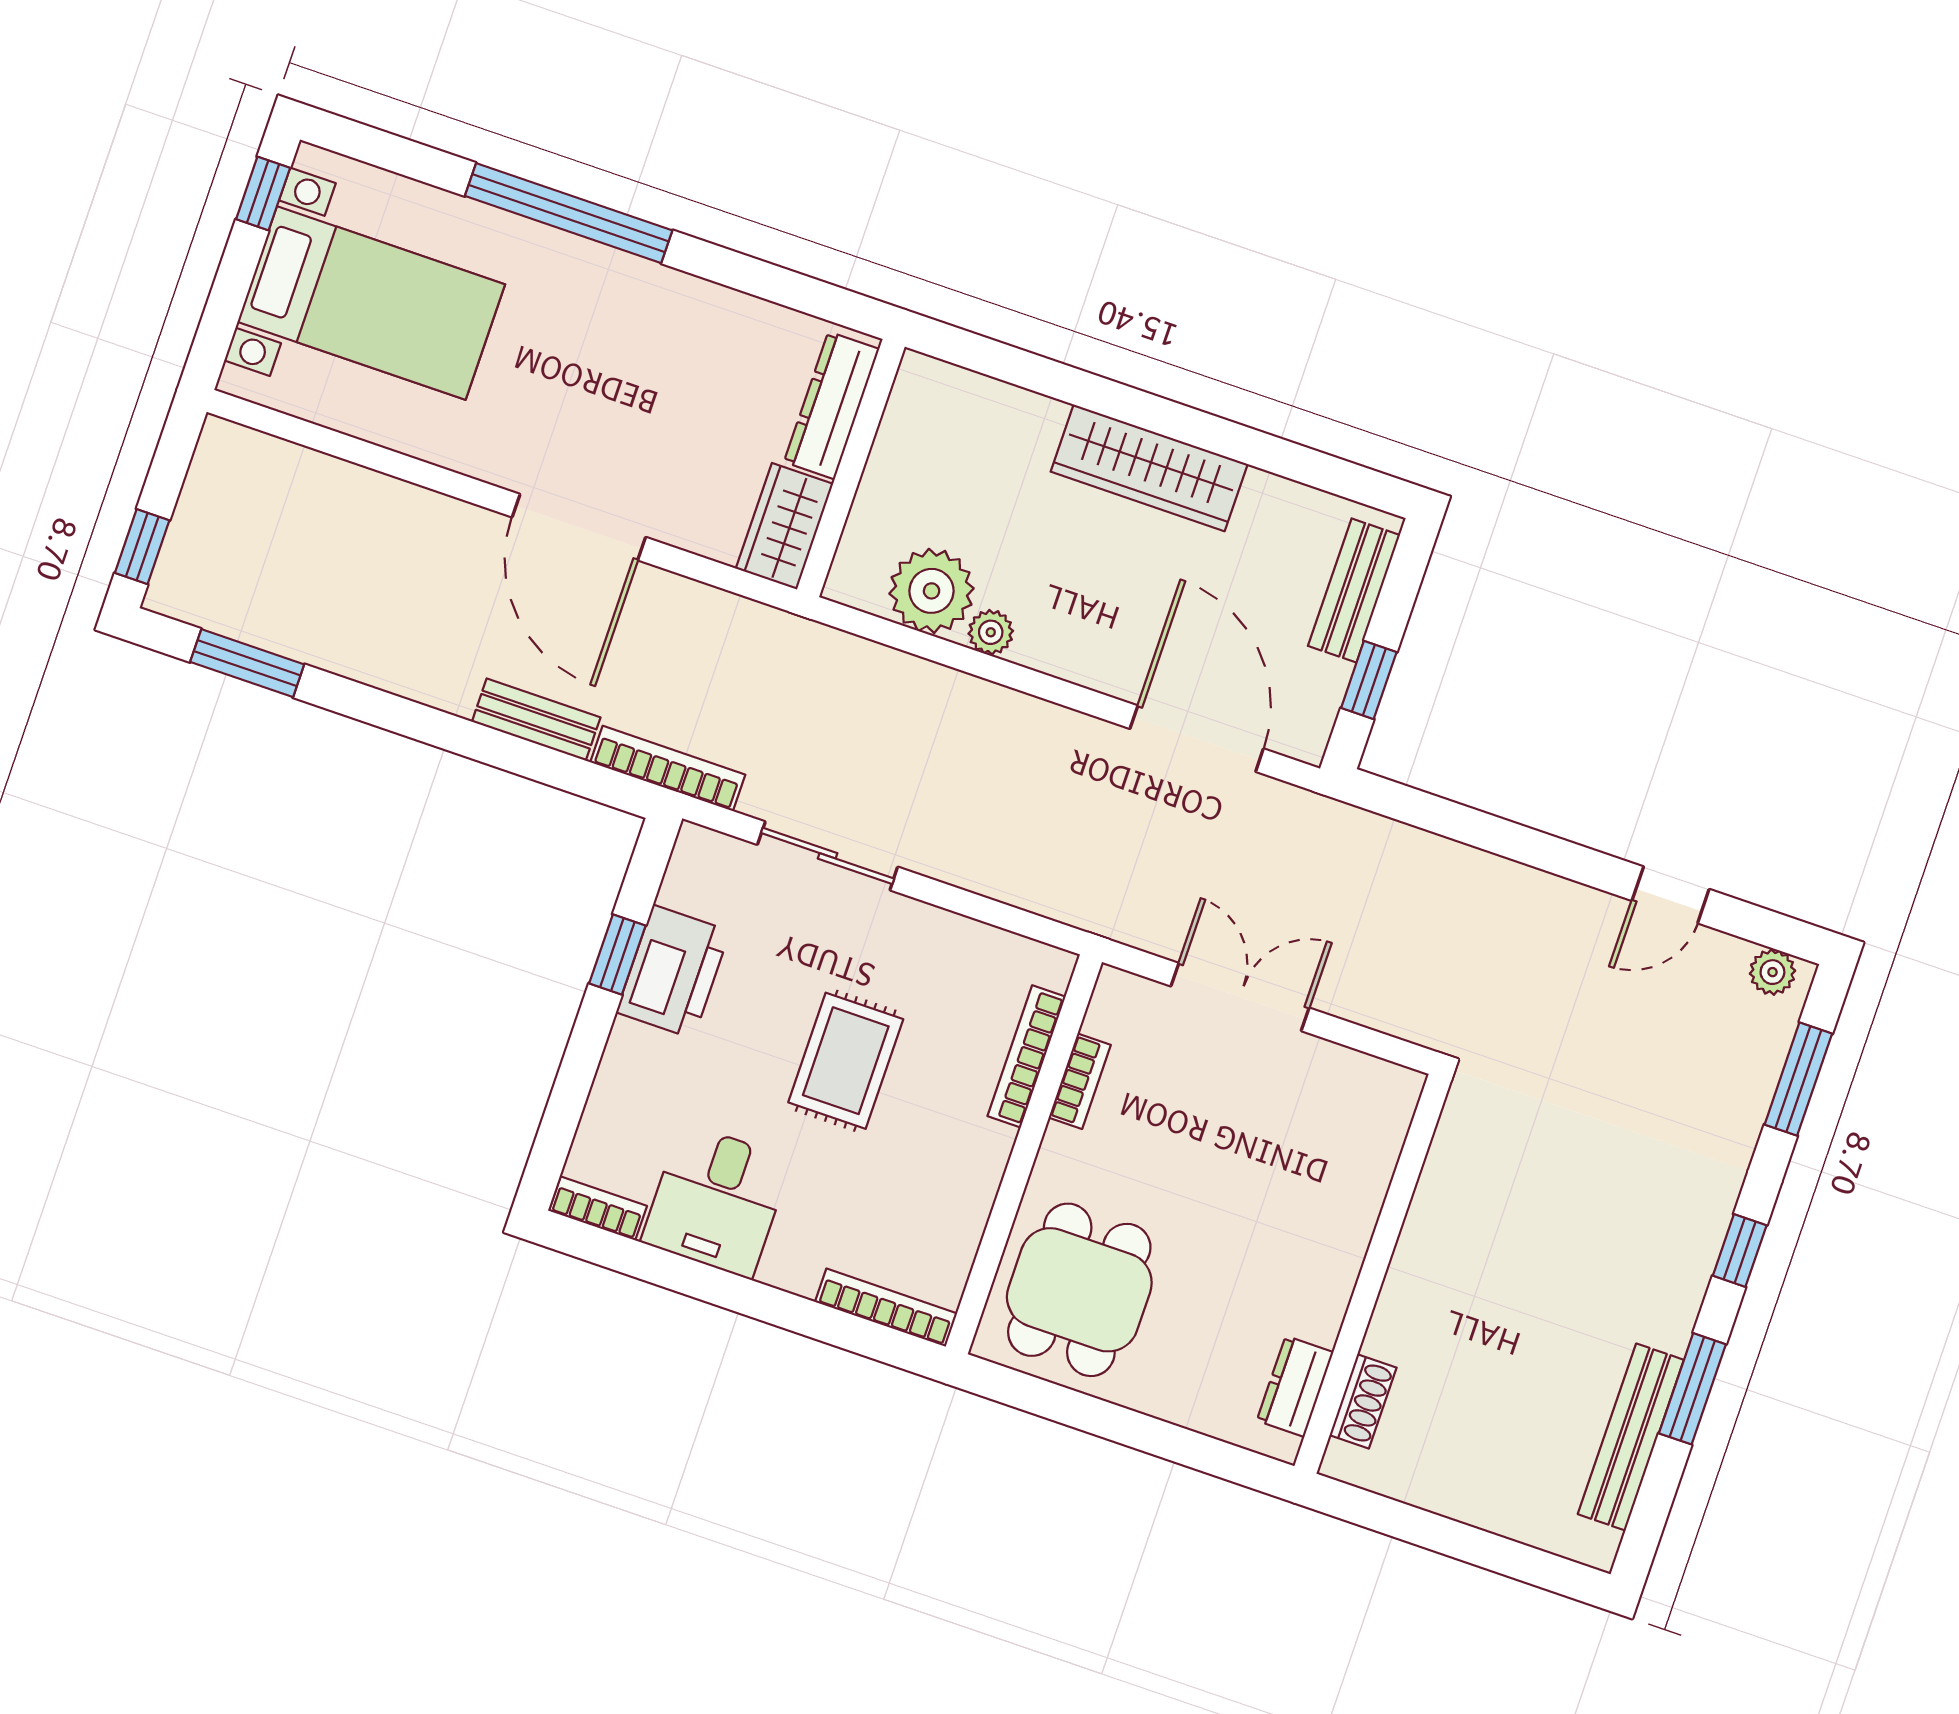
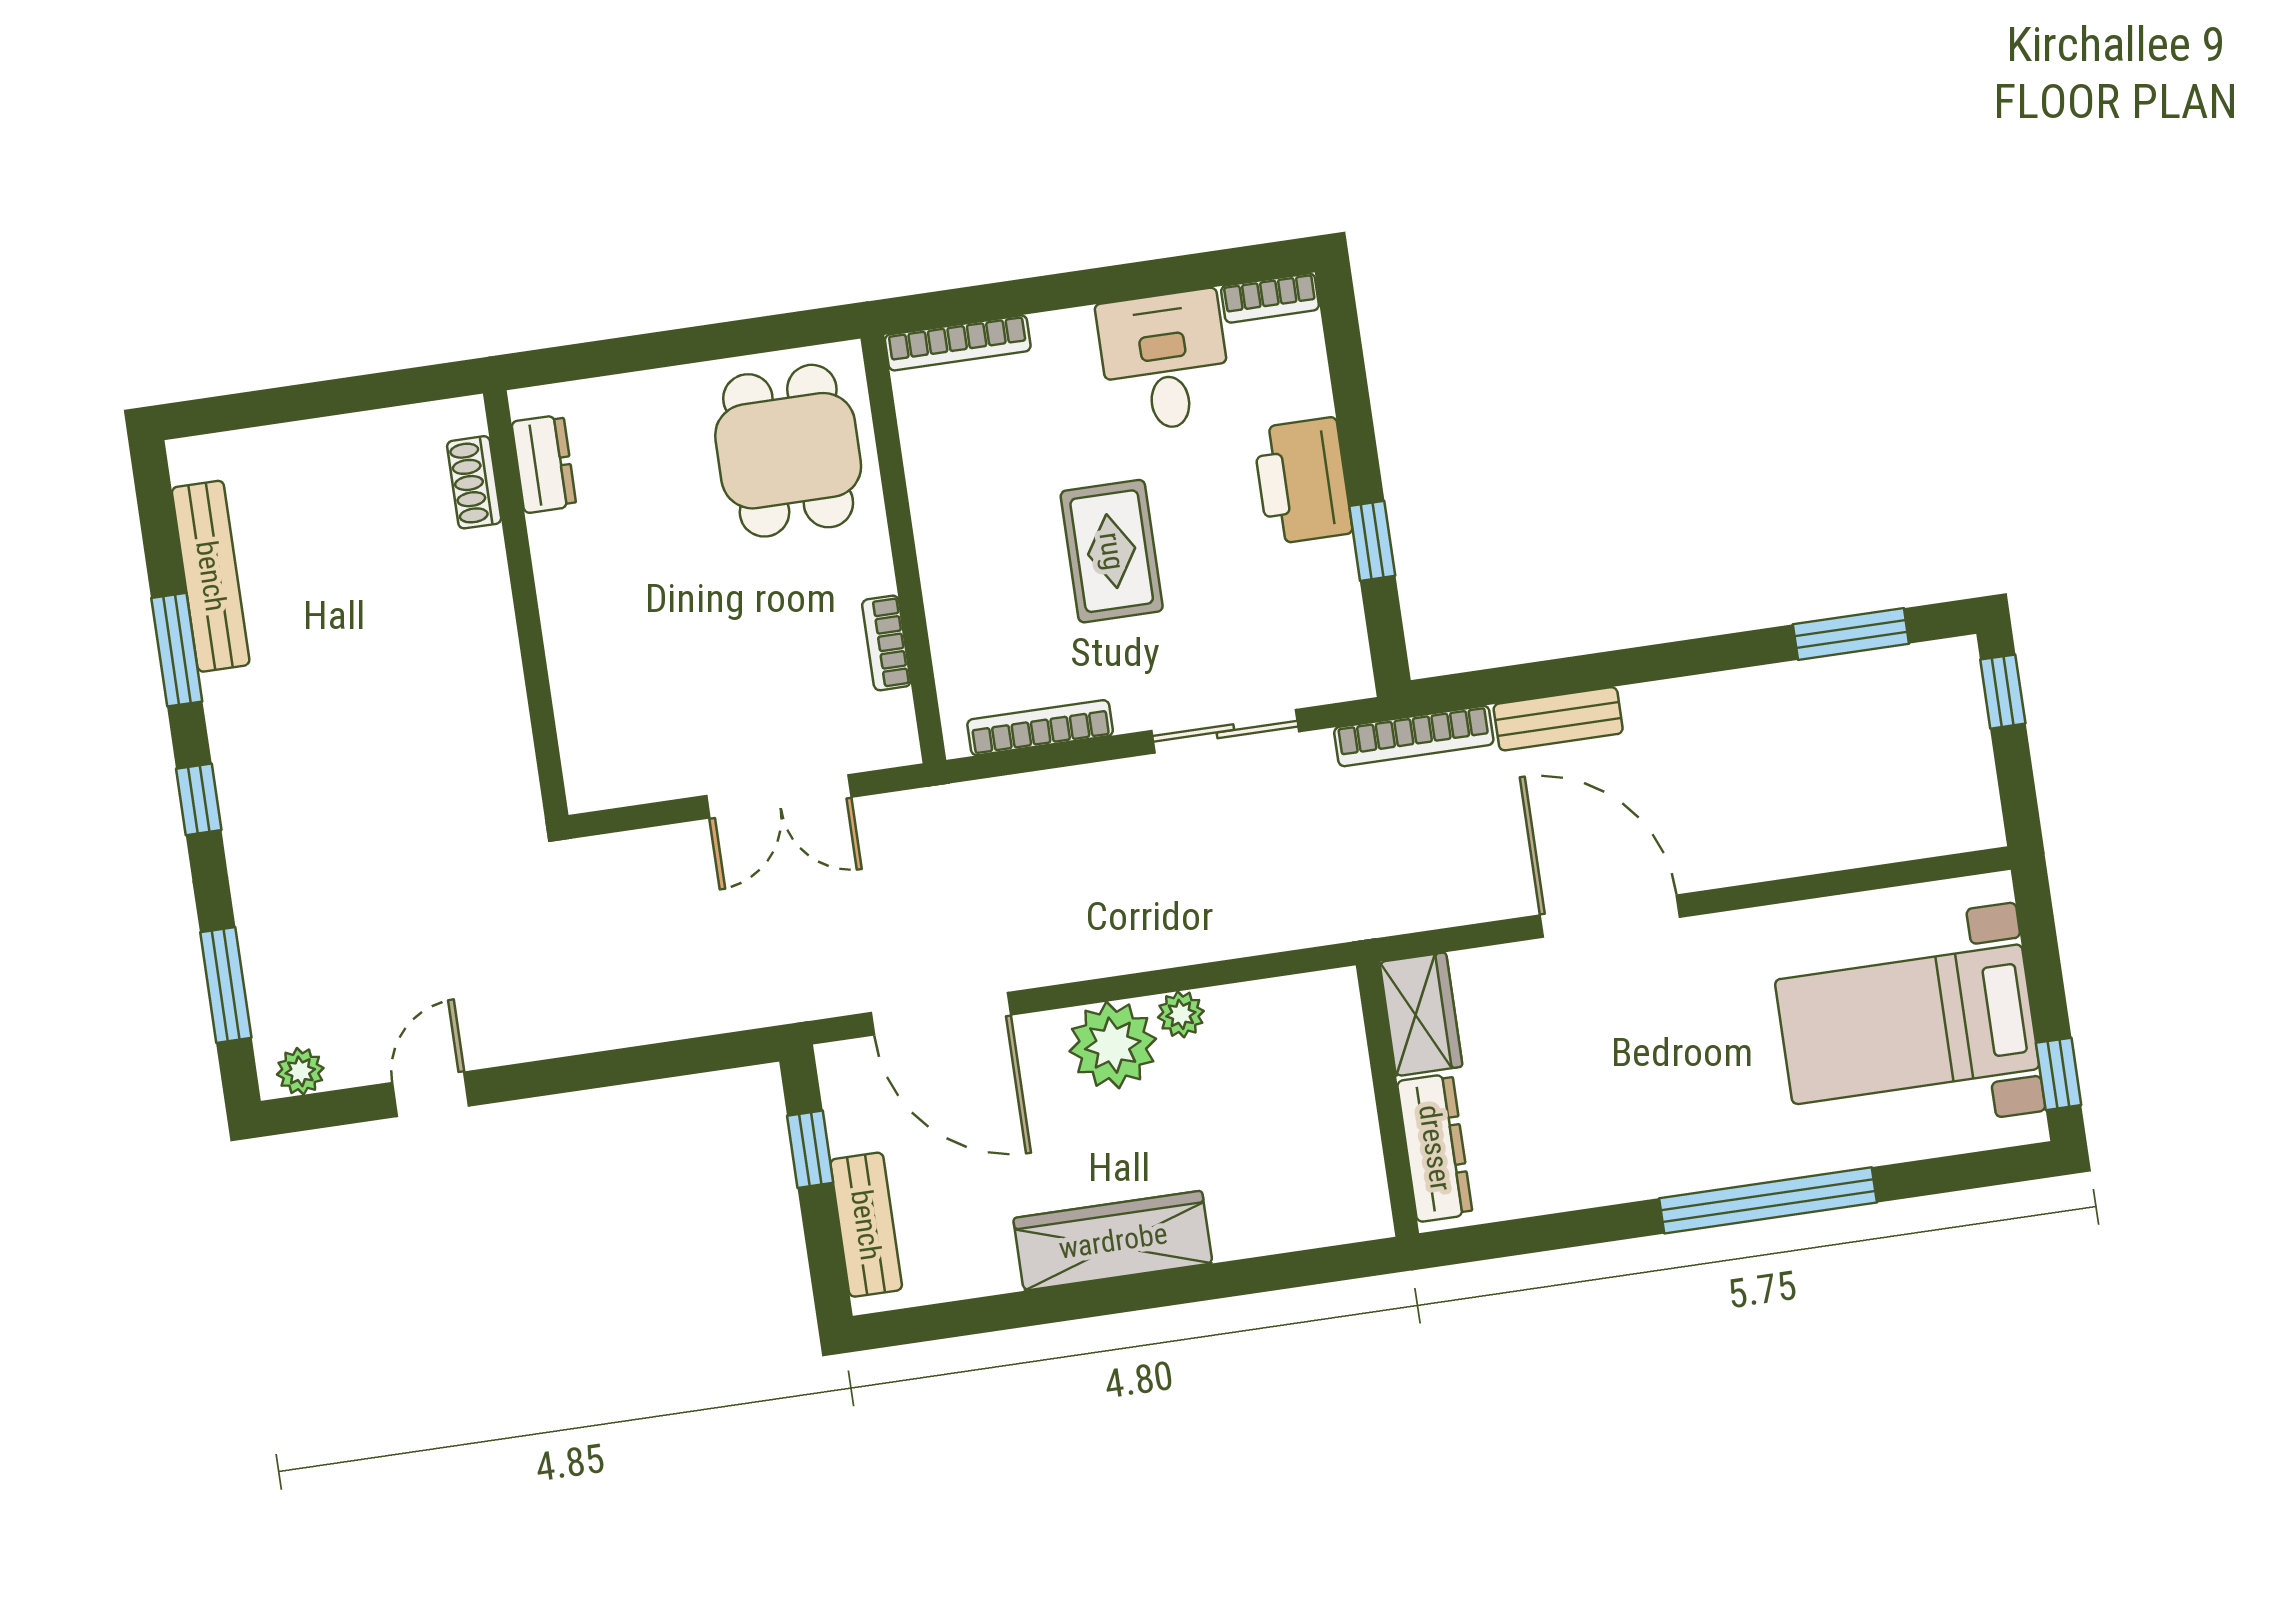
plant: (932, 591) -> (1113, 1045), moved
printer: (673, 972) -> (1302, 481), moved
bookcase: (1026, 1056) -> (1040, 728), moved, turned -90

